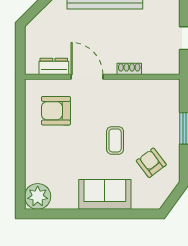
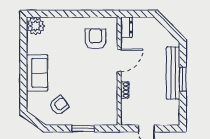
dresser: (54, 66) -> (126, 27), moved
coffee table: (115, 140) -> (75, 80), removed

